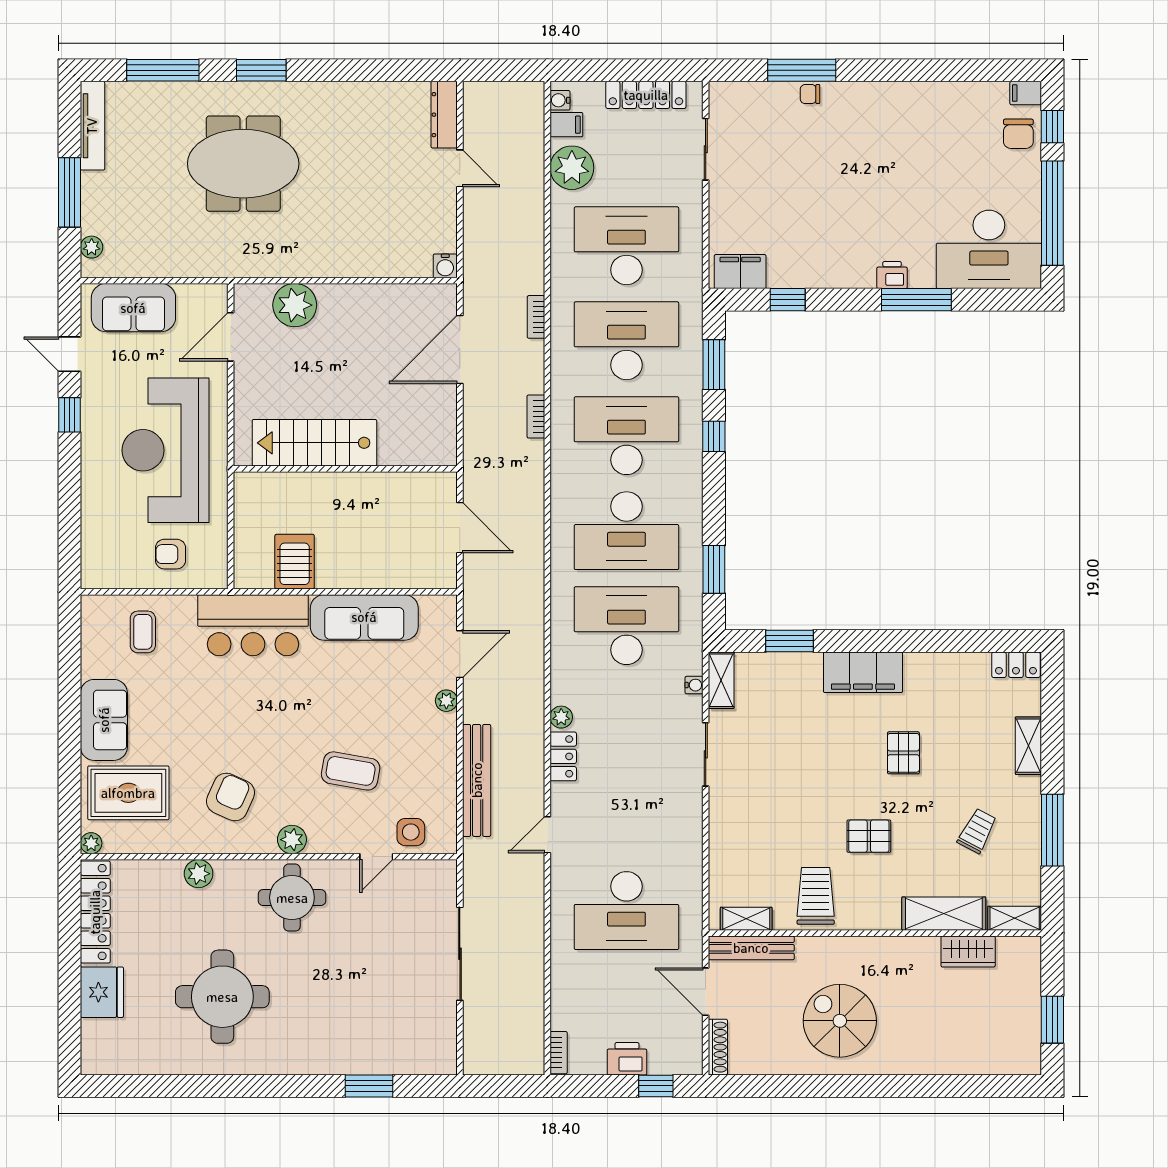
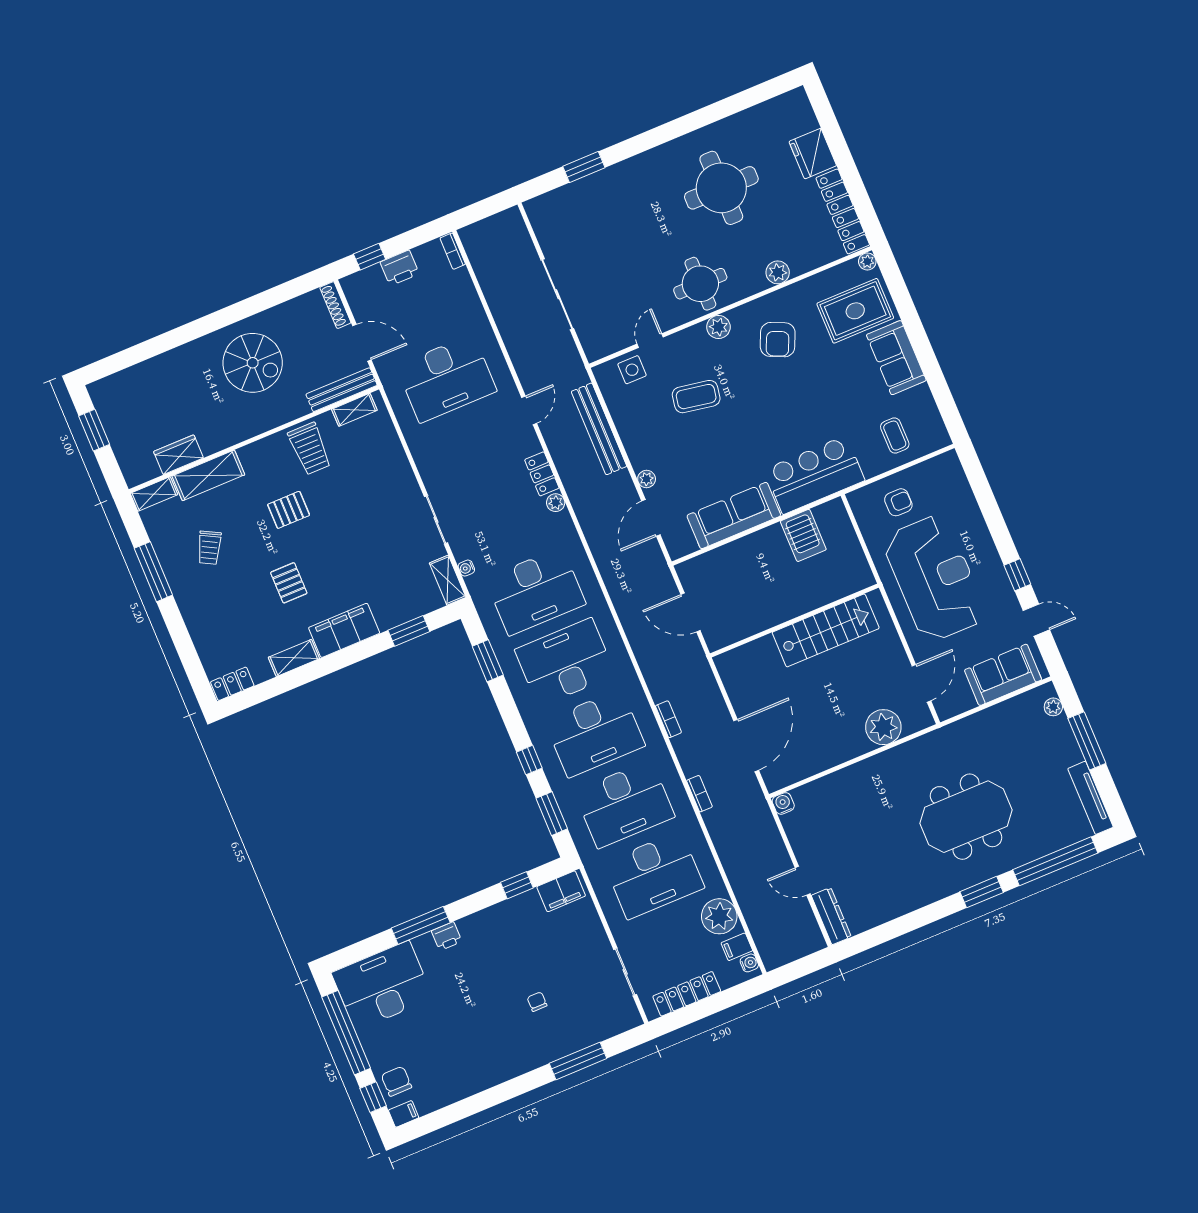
window: (163, 70) -> (1055, 861), width x1.46
chair: (810, 94) -> (537, 1002), moved, turned -90
shelving: (1028, 746) -> (294, 658), moved, turned 90
desk: (626, 911) -> (446, 378), turned 180

